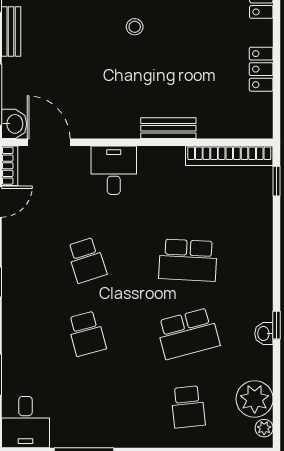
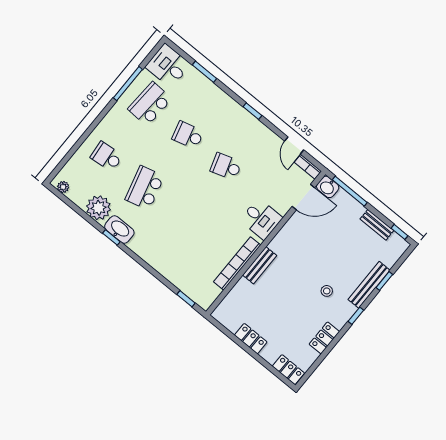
bookcase: (229, 156) -> (237, 263), moved
school desk: (188, 260) -> (150, 104), moved
washbasin: (264, 334) -> (119, 230), width x1.91, depth x1.45
plant: (255, 399) -> (99, 208), moved

